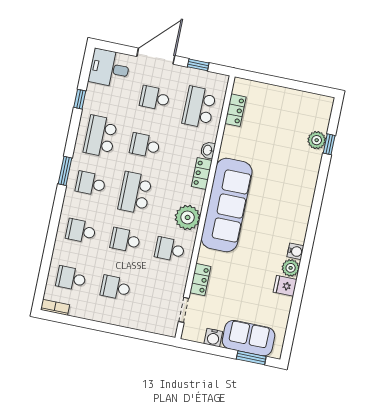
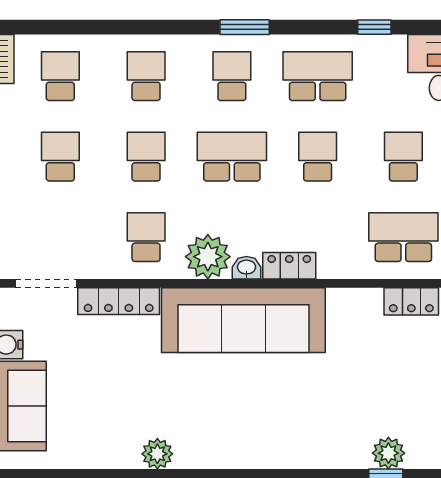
washbasin: (208, 150) -> (246, 268), moved
water cooler: (295, 251) -> (188, 456), removed
locker: (200, 280) -> (119, 301), width x1.53
fridge: (285, 286) -> (124, 451), removed
doorway: (184, 310) -> (46, 283), width x1.38

